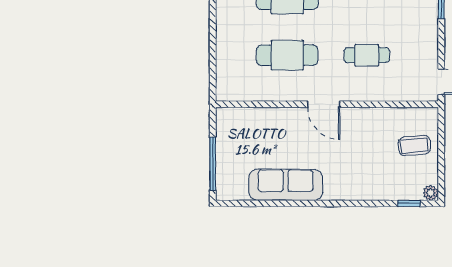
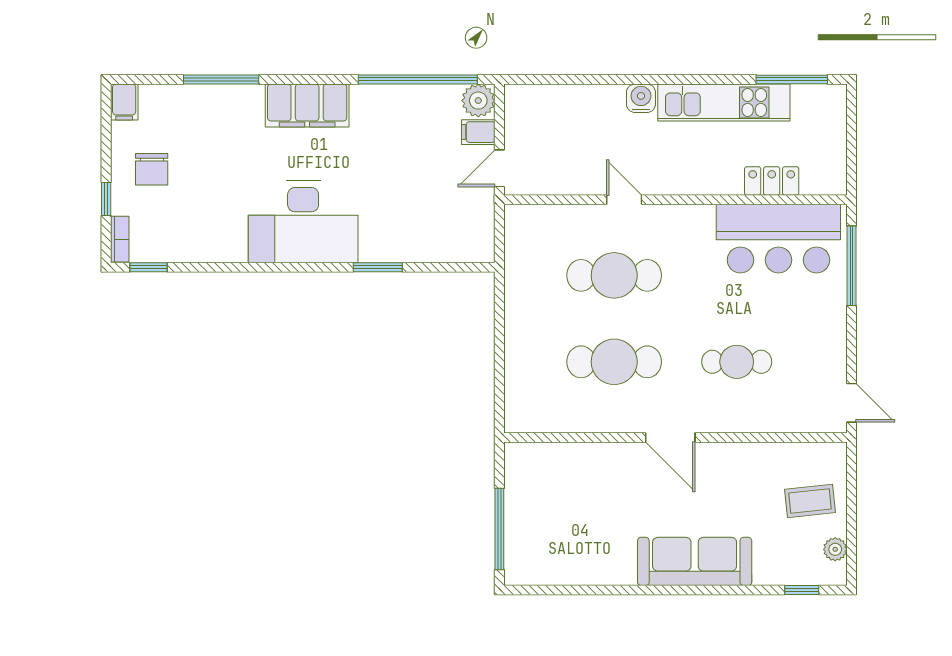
sofa: (286, 185) -> (695, 561), moved
plant: (431, 193) -> (835, 549), moved

